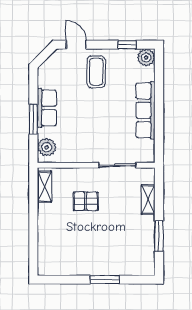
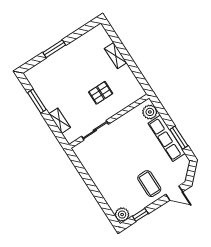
row of seats: (47, 108) -> (167, 138), width x1.48
row of seats: (146, 110) -> (100, 179), removed
window: (33, 119) -> (179, 138), moved
shelving: (44, 187) -> (116, 56), moved

